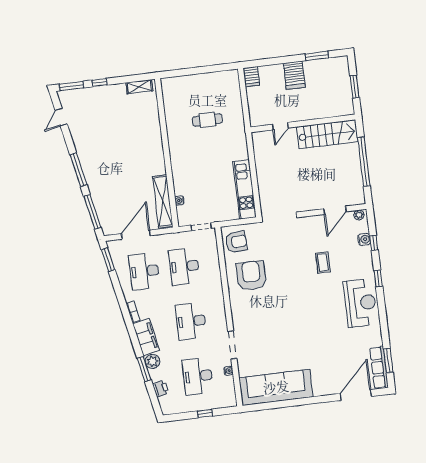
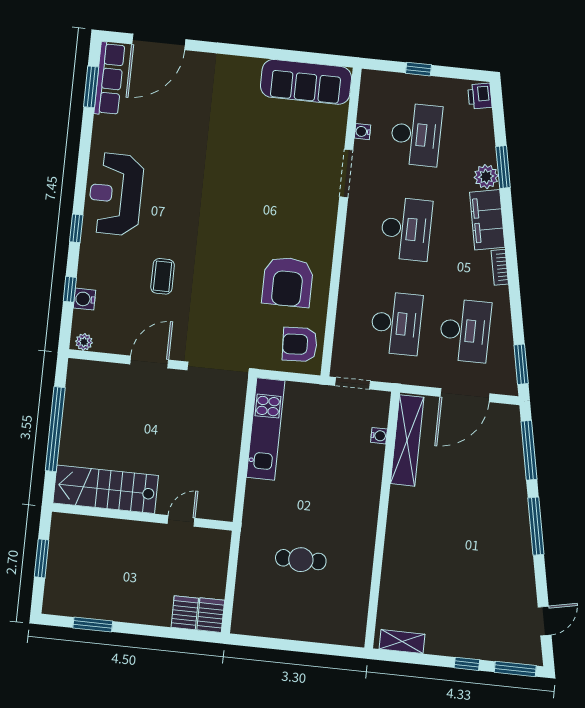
server rack: (294, 75) -> (185, 613), moved, width x0.73, depth x0.70
door: (335, 210) -> (149, 362), moved
sofa: (276, 387) -> (306, 82), width x0.74, depth x0.79
printer: (161, 389) -> (480, 96), moved

